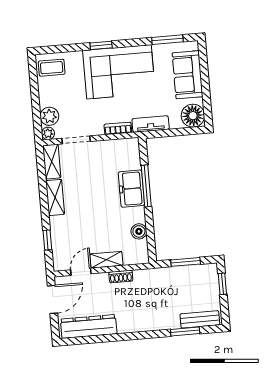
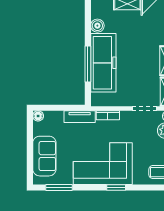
floor lamp: (193, 116) -> (38, 116), width x0.53, depth x0.53
freezer: (131, 189) -> (103, 63), width x1.91, depth x1.26

